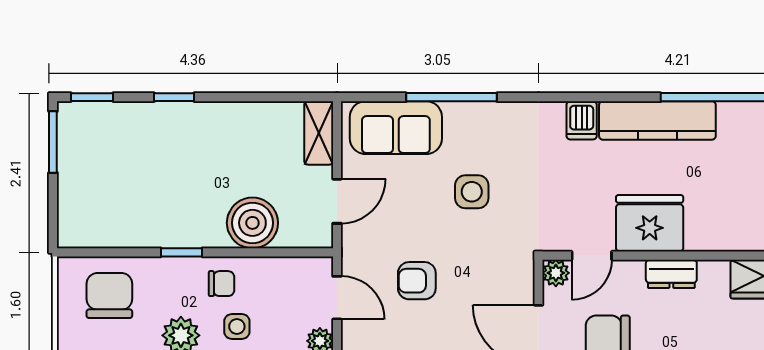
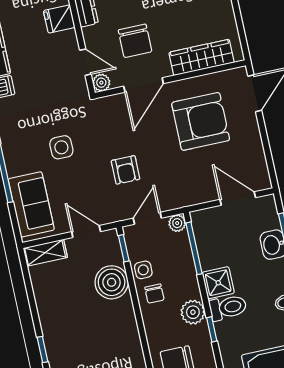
fridge: (650, 223) -> (59, 19), width x0.53, depth x0.75
window: (181, 252) -> (124, 248), moved
chair: (221, 284) -> (154, 294), turned 180
side table: (237, 327) -> (143, 270), moved

